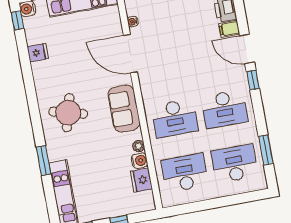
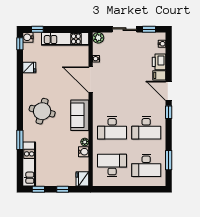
desk: (235, 164) -> (146, 165), turned 180
fridge: (141, 180) -> (82, 179), moved

